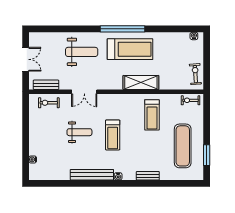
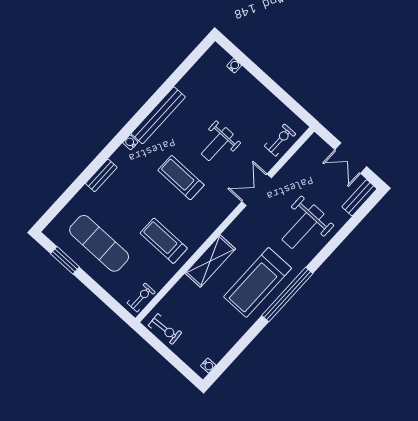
bench: (46, 85) -> (359, 198), moved

